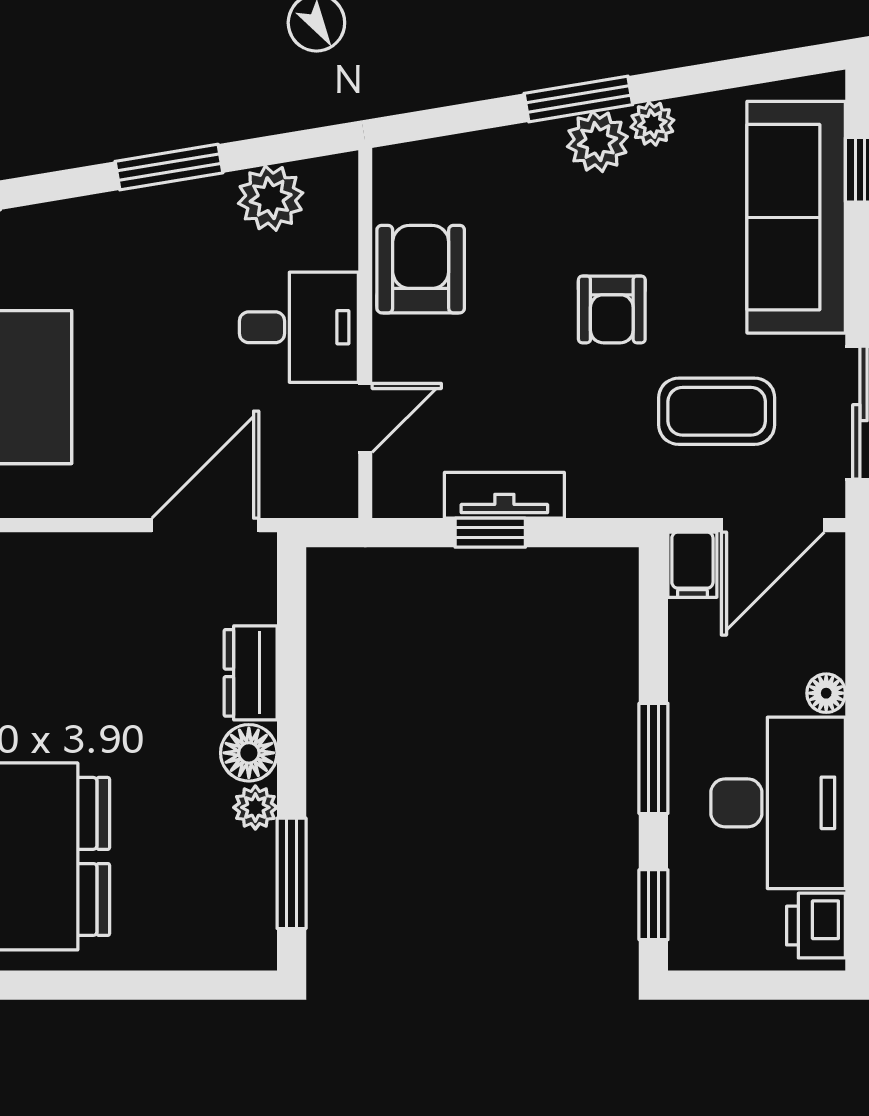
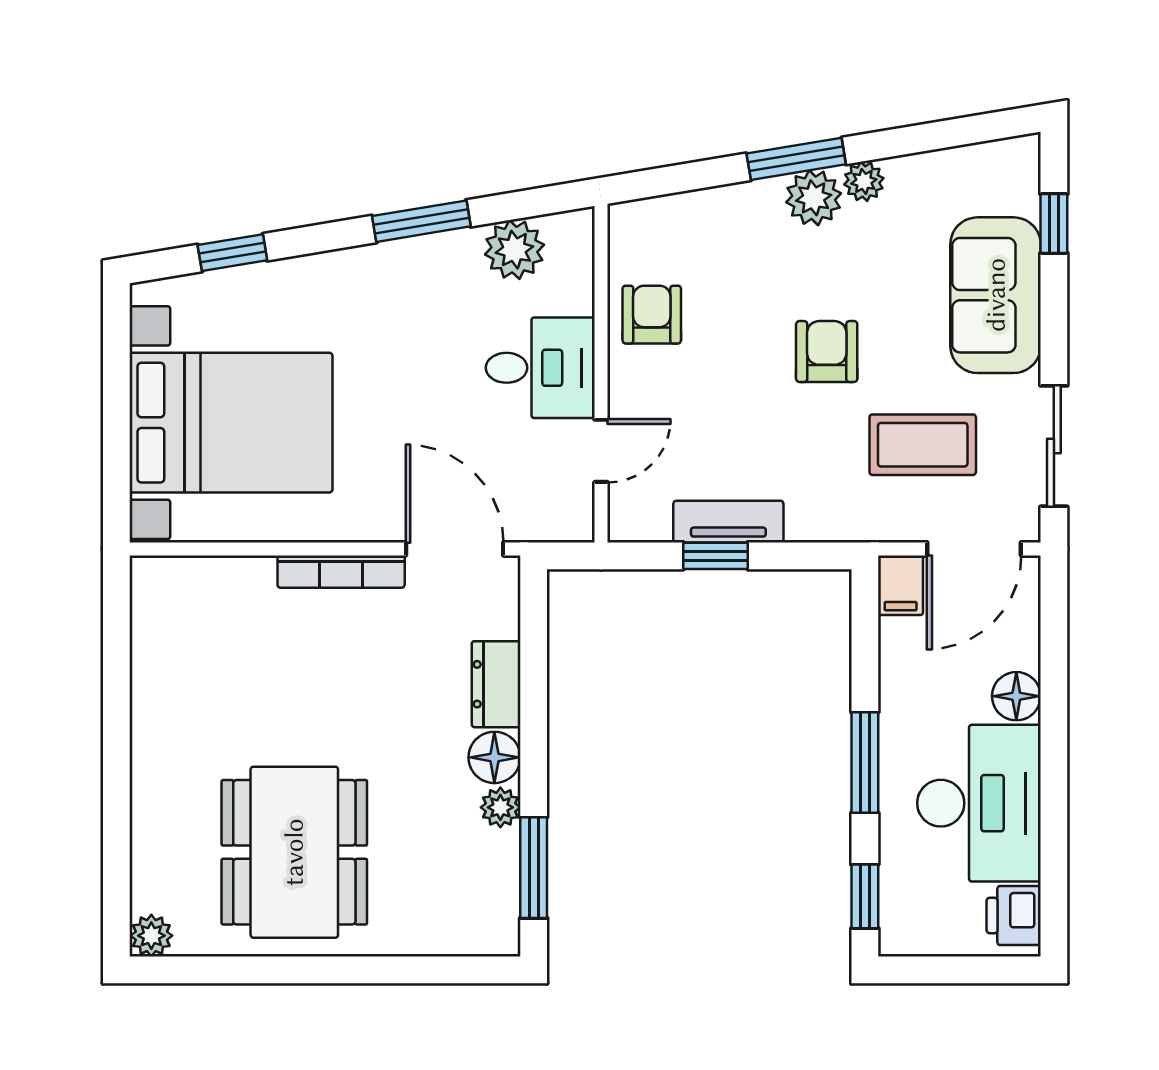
sofa: (796, 217) -> (996, 295), width x0.73
armchair: (421, 269) -> (652, 315), width x0.72, depth x0.72
armchair: (612, 309) -> (827, 352), turned 180
door: (205, 525) -> (455, 549), hinge flipped
bookcase: (81, 550) -> (341, 572), added
floor lamp: (826, 693) -> (1016, 696), width x1.37, depth x1.37

